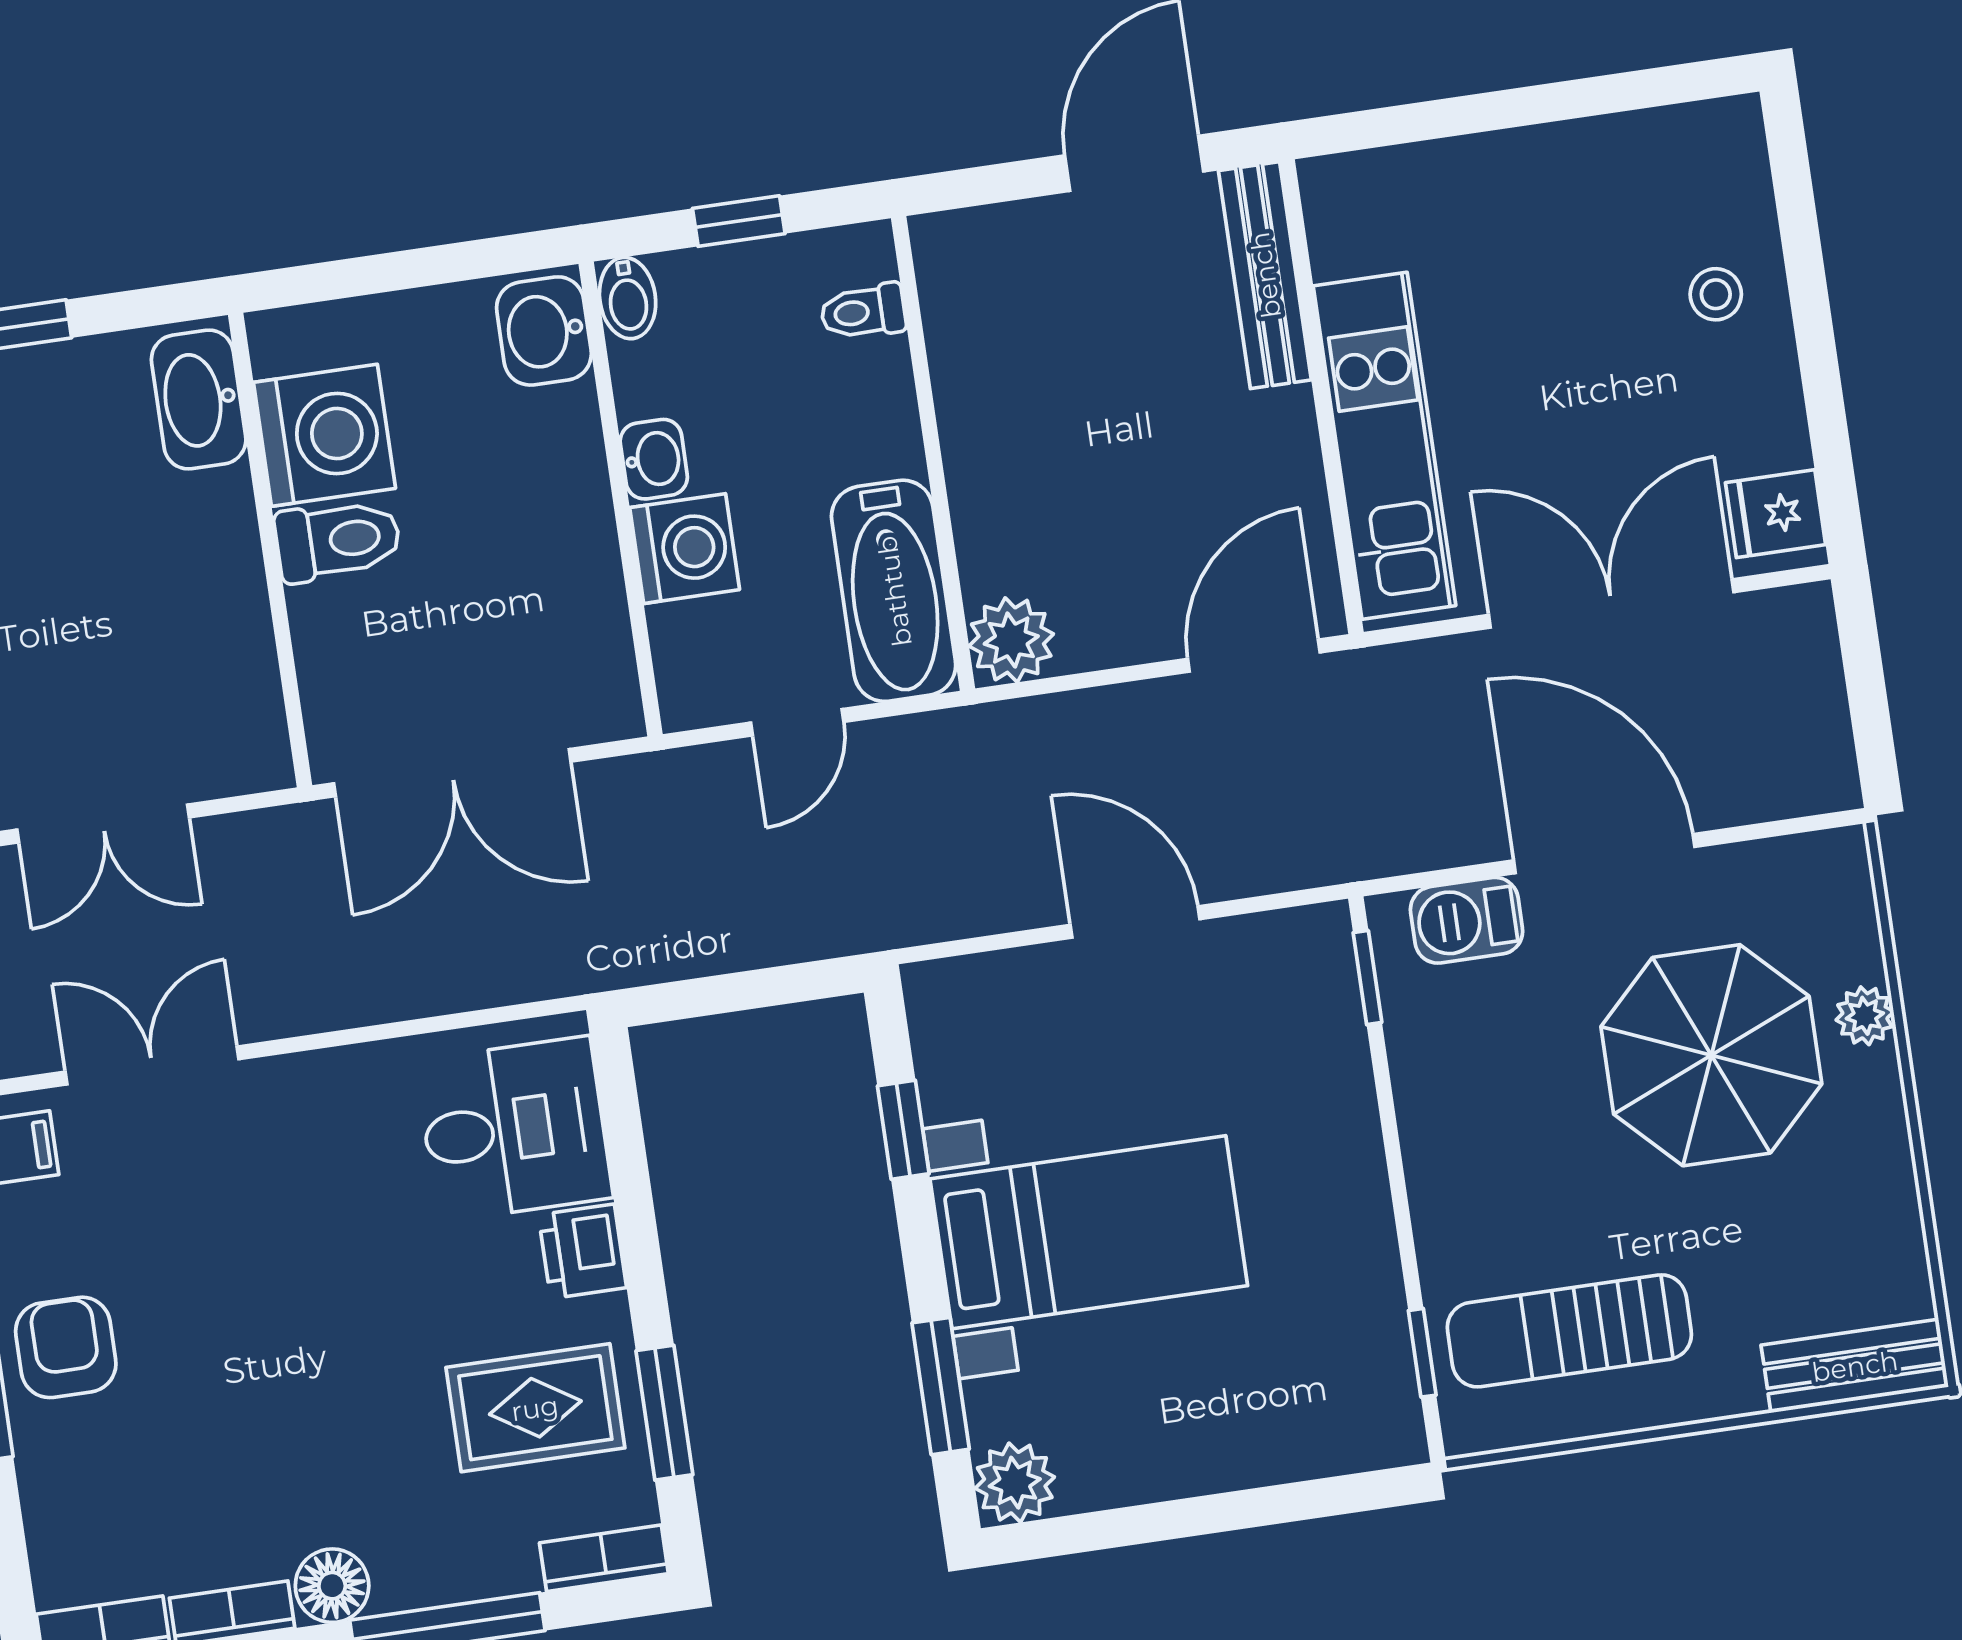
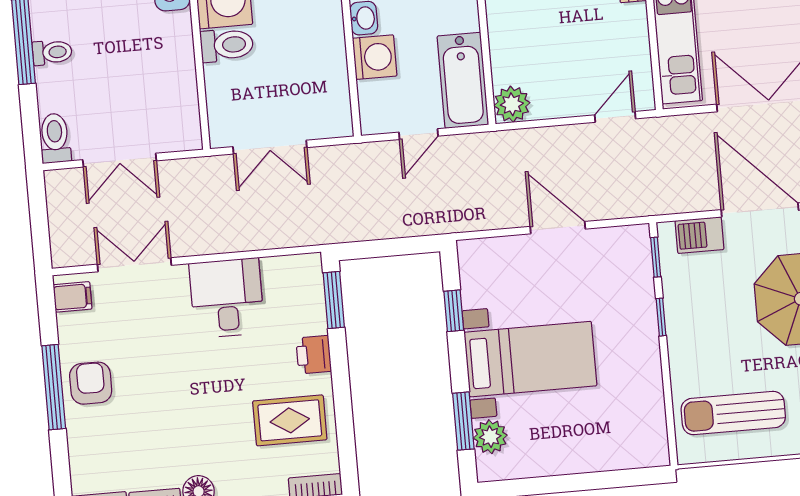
door: (1254, 656) -> (615, 117), width x0.73
double door: (452, 773) -> (270, 147), width x0.73
desk: (514, 1129) -> (227, 298), moved, turned -90
window: (1422, 1353) -> (661, 317), moved
window: (664, 1413) -> (334, 300), moved
plant: (1015, 1483) -> (490, 437), moved

